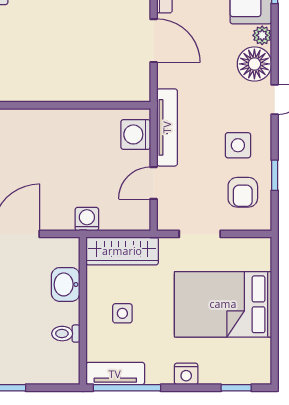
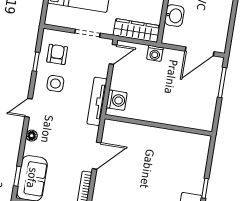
plant: (262, 35) -> (30, 148), removed
door: (154, 41) -> (97, 156), swing flipped
floor lamp: (254, 64) -> (32, 136), width x0.53, depth x0.53
door: (154, 183) -> (113, 54), moved

